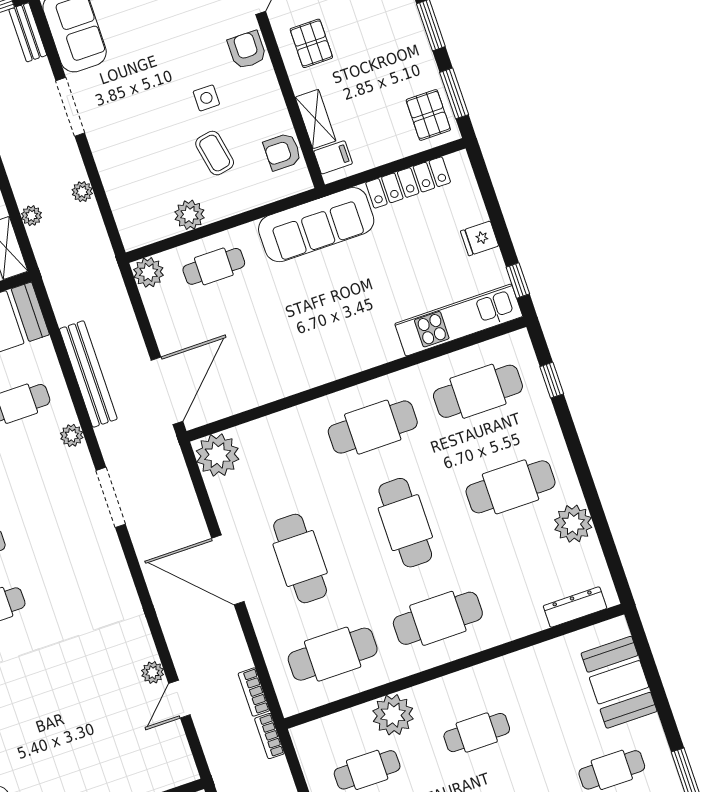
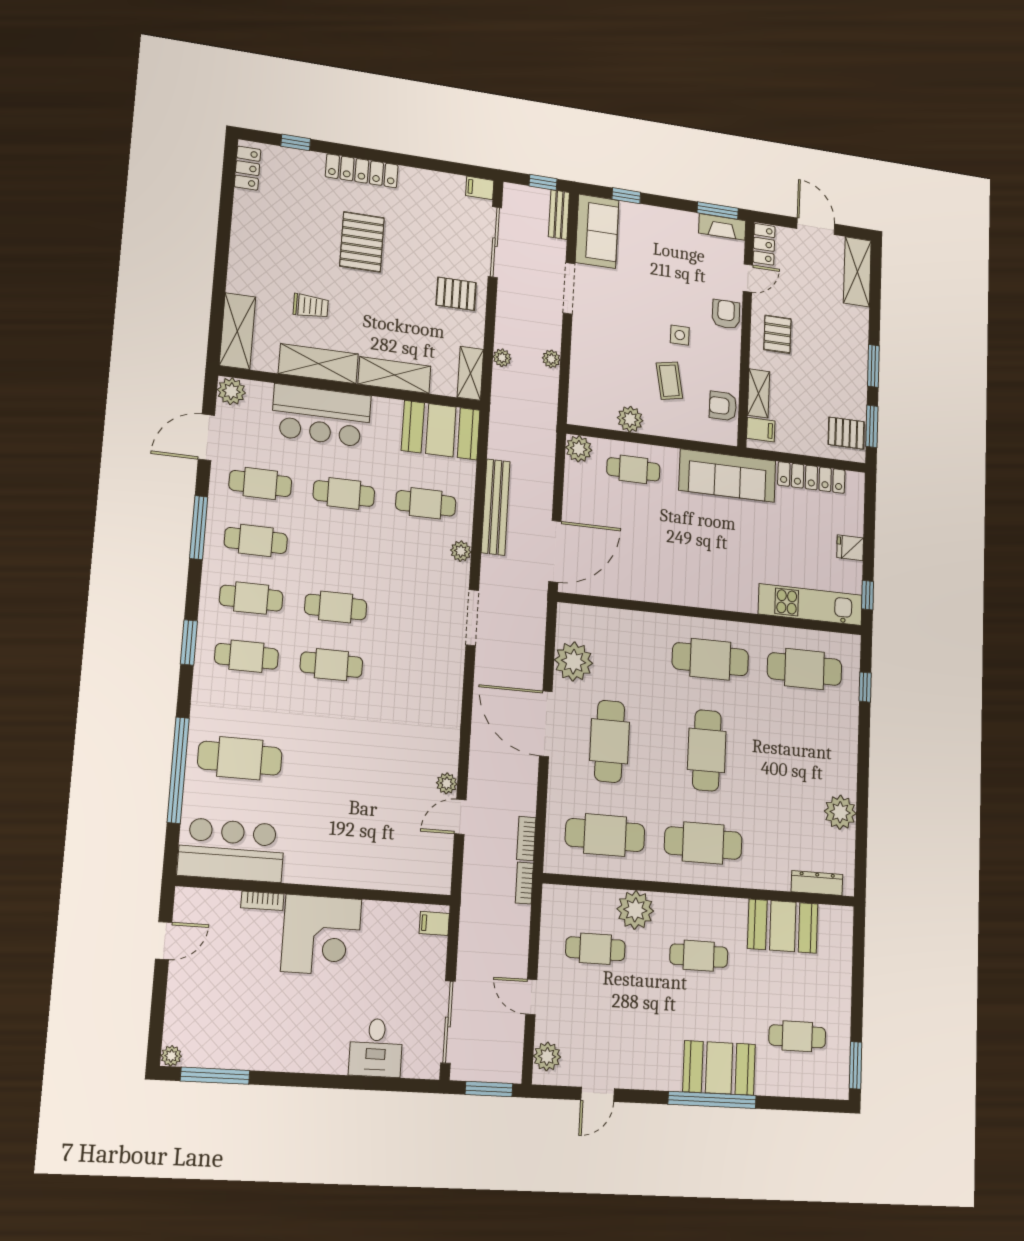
pallet: (428, 115) -> (846, 433), turned 90
plant: (218, 455) -> (574, 662), moved
cafe table: (511, 487) -> (802, 759), removed
booth: (619, 682) -> (783, 926), moved, turned 90

